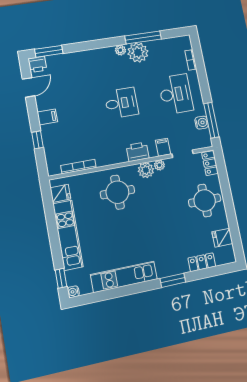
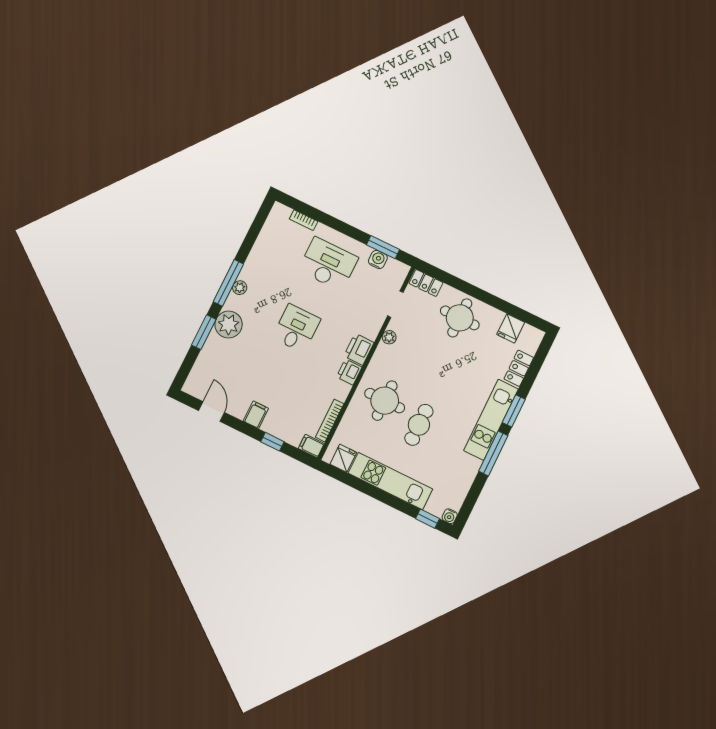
window: (143, 37) -> (228, 283), moved
window: (49, 51) -> (204, 332), moved
plant: (138, 52) -> (229, 324), moved
printer: (37, 64) -> (349, 372), moved, turned 180
window: (211, 120) -> (383, 247), width x0.69
filing cabinet: (163, 147) -> (311, 446), moved
plant: (146, 170) -> (384, 355), removed
cafe table: (118, 226) -> (419, 425), added
kitchen unit: (124, 277) -> (491, 420), moved
window: (136, 288) -> (493, 453), added

